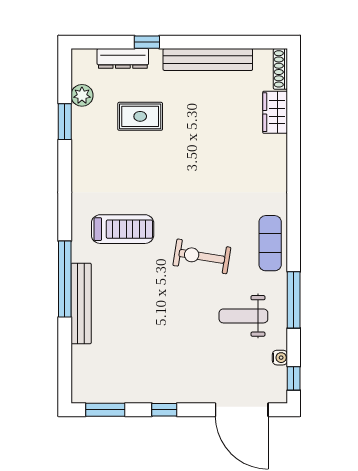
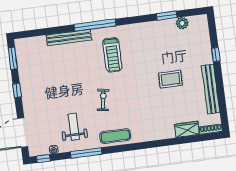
dresser: (123, 58) -> (205, 43), removed
rug: (140, 116) -> (170, 79), moved, turned 90
exercise bike: (202, 256) -> (103, 100), width x0.73, depth x0.72
window: (65, 279) -> (95, 25), moved

